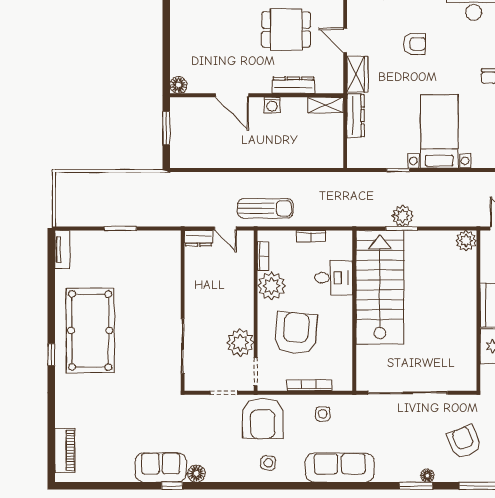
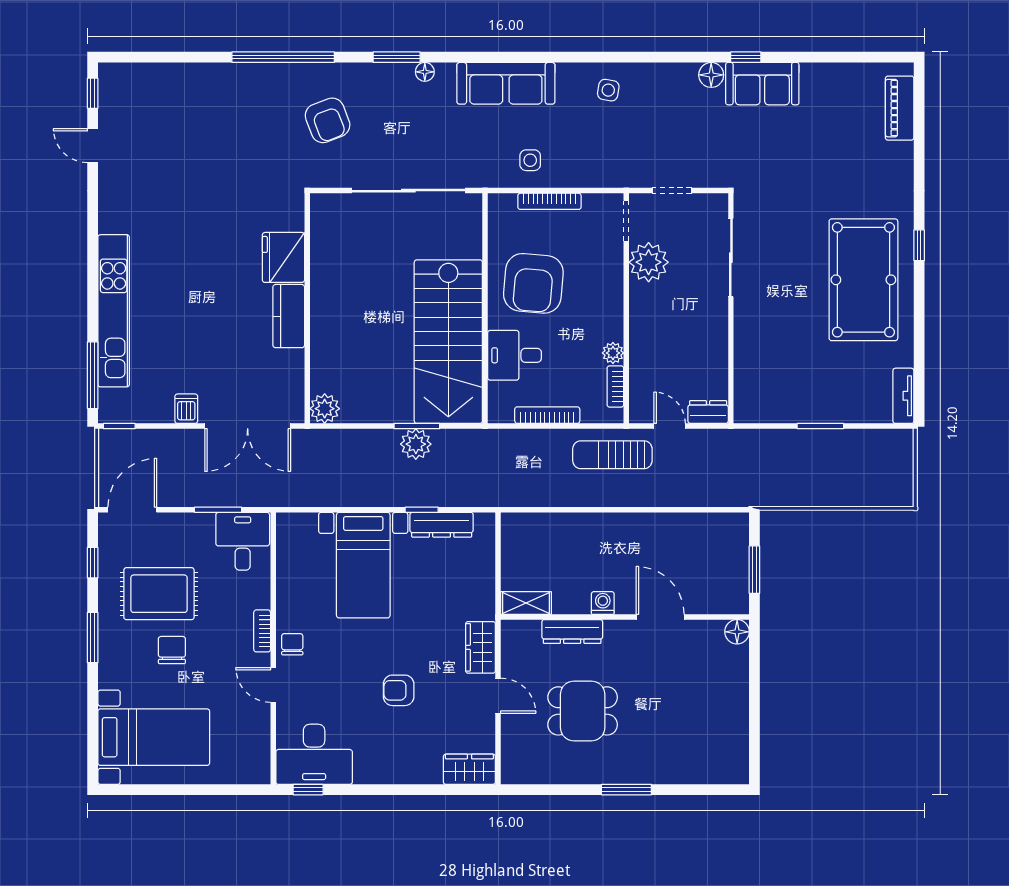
dresser: (356, 116) -> (442, 525), moved, turned -90
bookcase: (311, 236) -> (547, 415), width x1.56
plant: (271, 286) -> (613, 353), width x0.53, depth x0.53
armchair: (296, 333) -> (533, 283), moved
armchair: (263, 418) -> (616, 154), removed
floor lamp: (427, 476) -> (425, 72), moved

